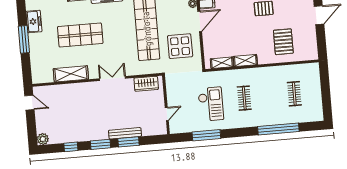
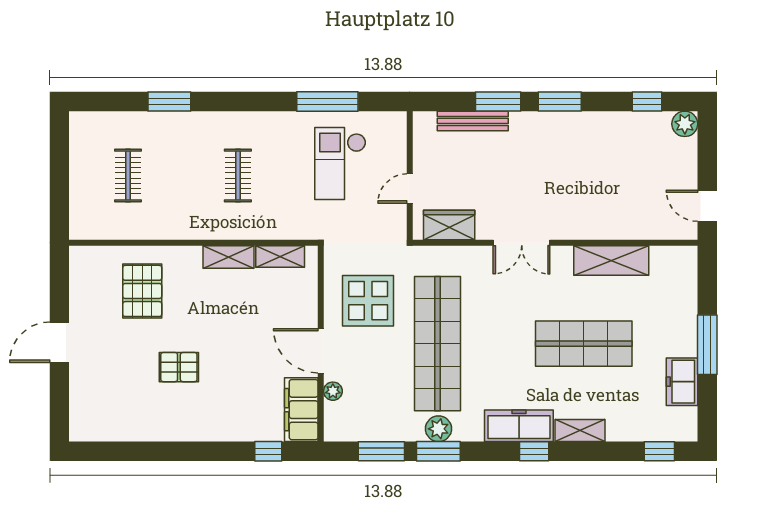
door: (200, 21) -> (321, 351), hinge flipped
checkout: (211, 104) -> (340, 164), moved
door: (167, 114) -> (410, 189), moved
window: (278, 129) -> (169, 101), width x0.47
bench: (125, 133) -> (473, 121), moved
window: (71, 147) -> (647, 101), moved

